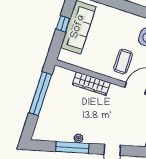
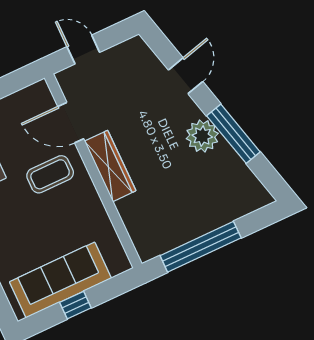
wardrobe: (91, 84) -> (110, 166), moved
plant: (78, 138) -> (202, 136), width x1.87, depth x1.87

